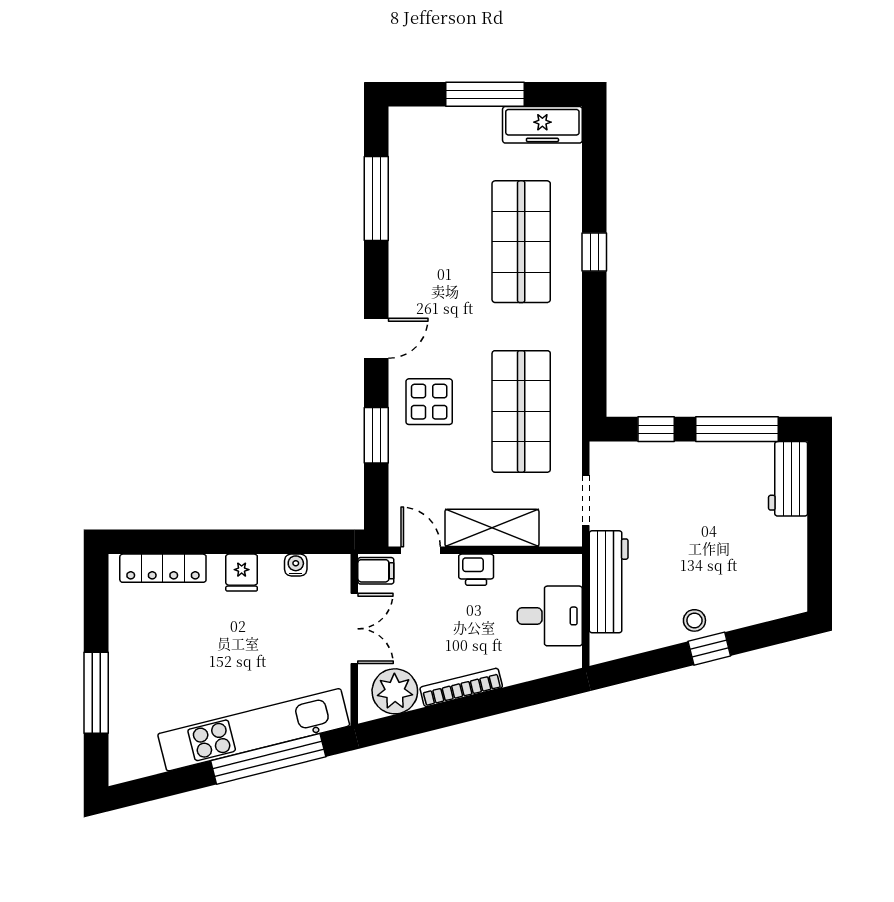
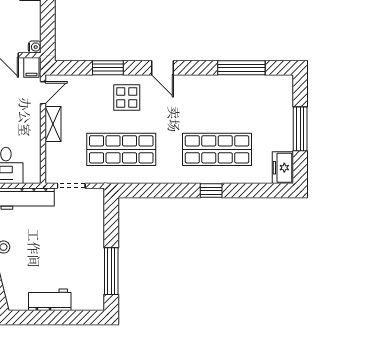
freezer: (542, 125) -> (283, 168), width x0.71
window: (656, 429) -> (111, 225), removed
workbench: (788, 479) -> (50, 300), moved
shelving: (492, 528) -> (53, 124), width x0.67, depth x0.75
water cooler: (296, 565) -> (35, 47), moved
printer: (476, 570) -> (32, 124), removed

